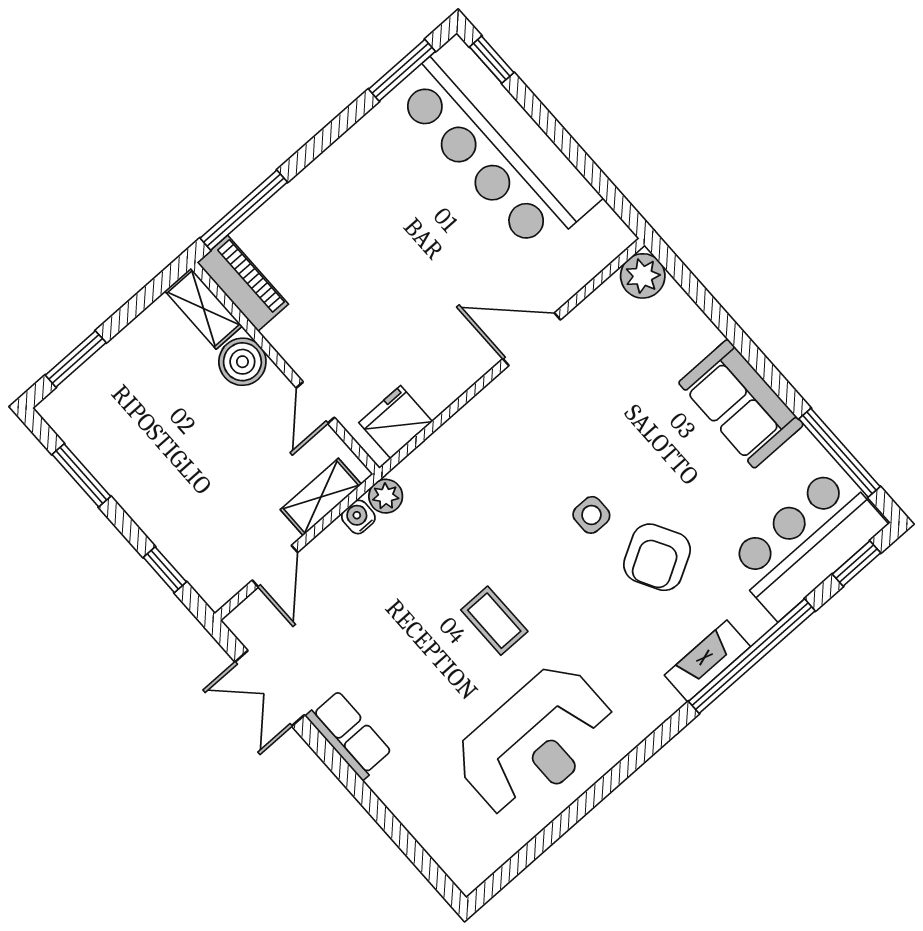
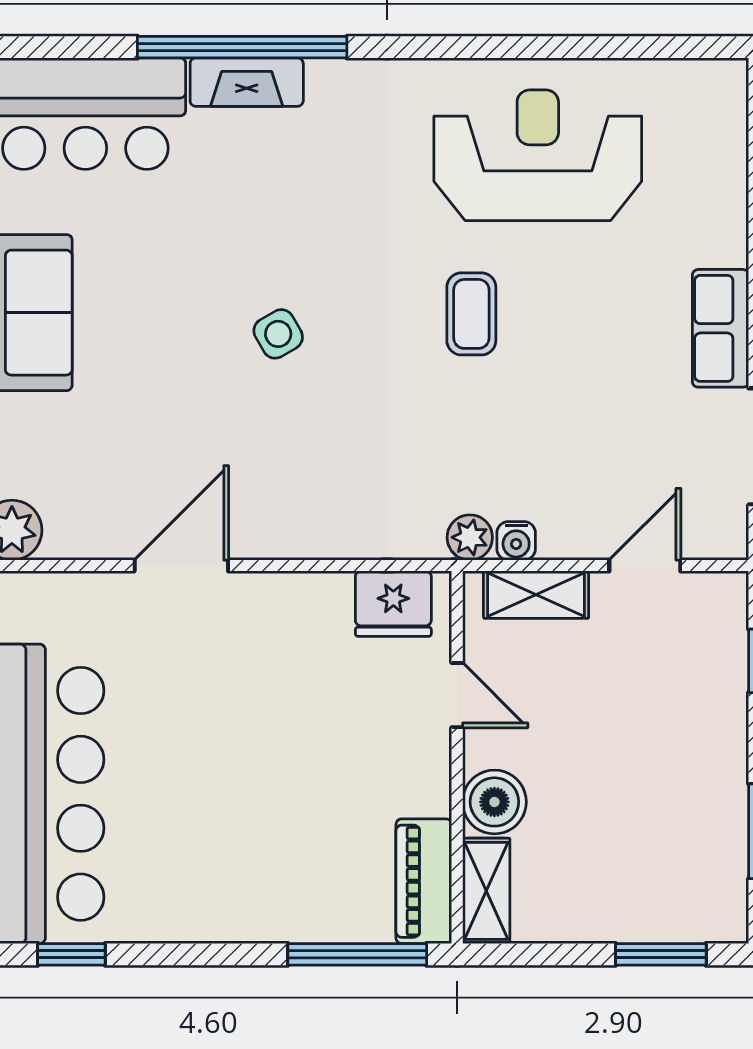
window: (402, 70) -> (71, 954), width x0.67
door: (532, 339) -> (181, 566), swing flipped
door: (315, 403) -> (457, 695), hinge flipped
side table: (591, 515) -> (278, 334), turned -30
armchair: (657, 557) -> (250, 232), removed
window: (857, 563) -> (53, 47), removed
fireplace: (707, 661) -> (247, 82), moved

